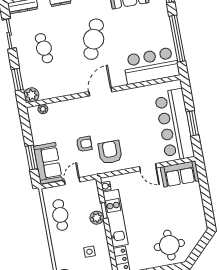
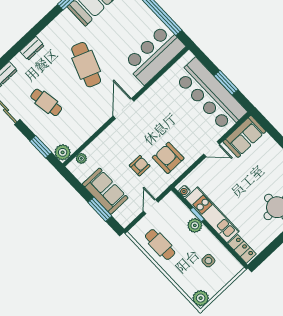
sofa: (48, 163) -> (105, 191), moved

